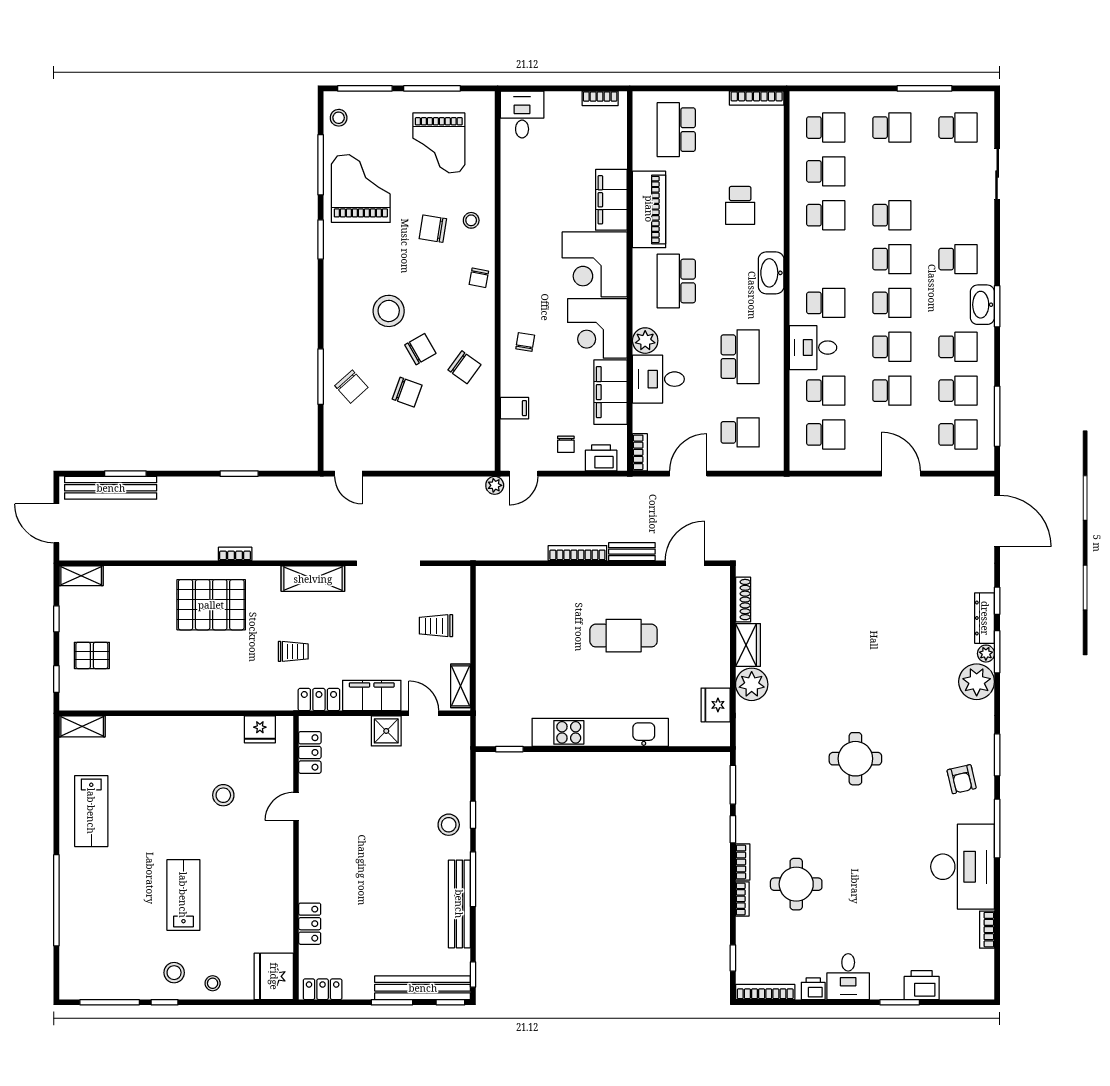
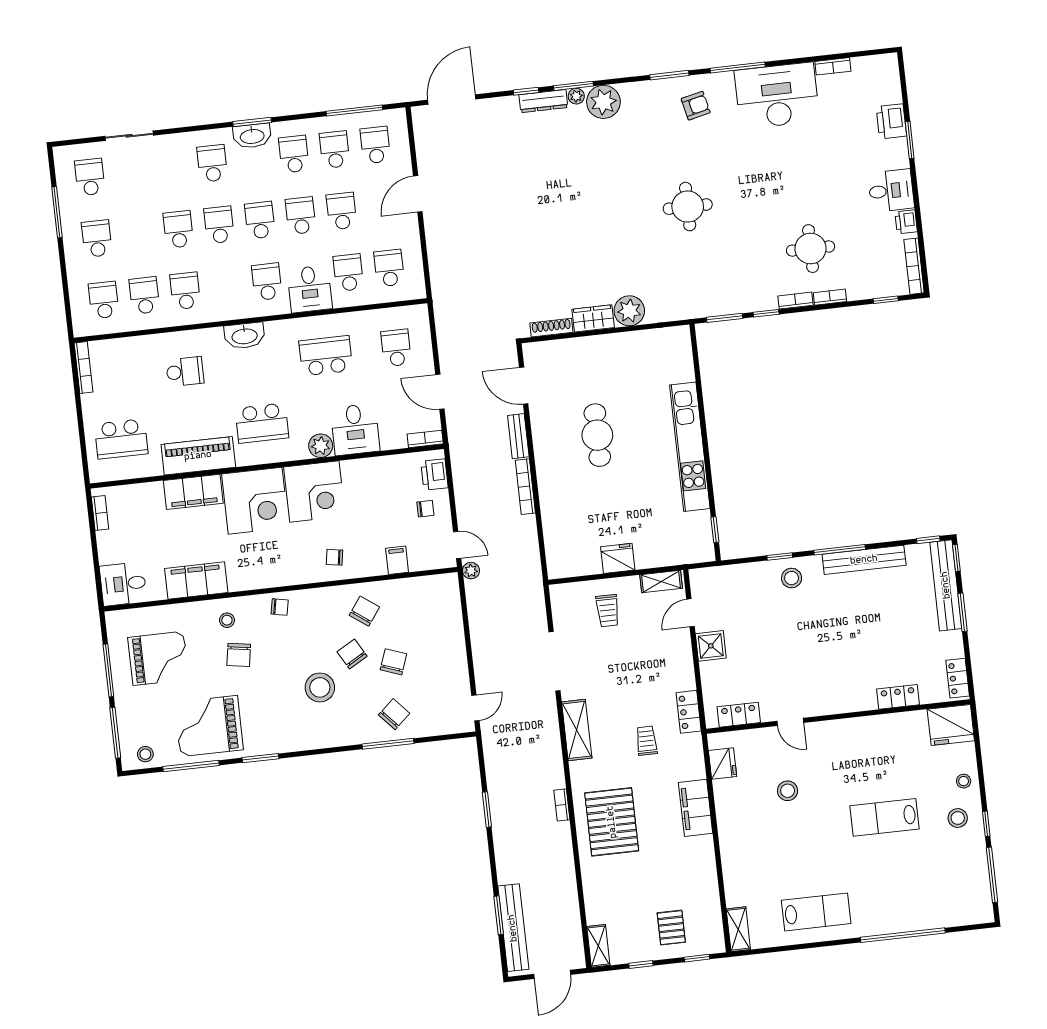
filing cabinet: (610, 392) -> (196, 580), moved, turned 180
filing cabinet: (372, 695) -> (696, 808), moved
fridge: (716, 705) -> (618, 558), moved, turned 180

